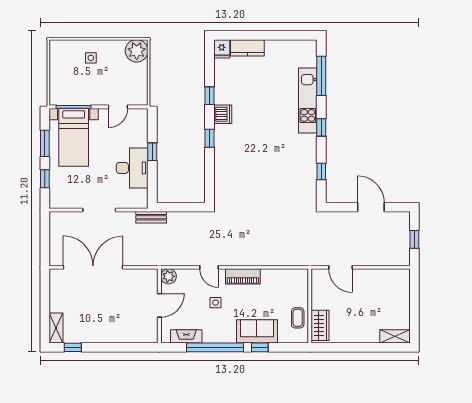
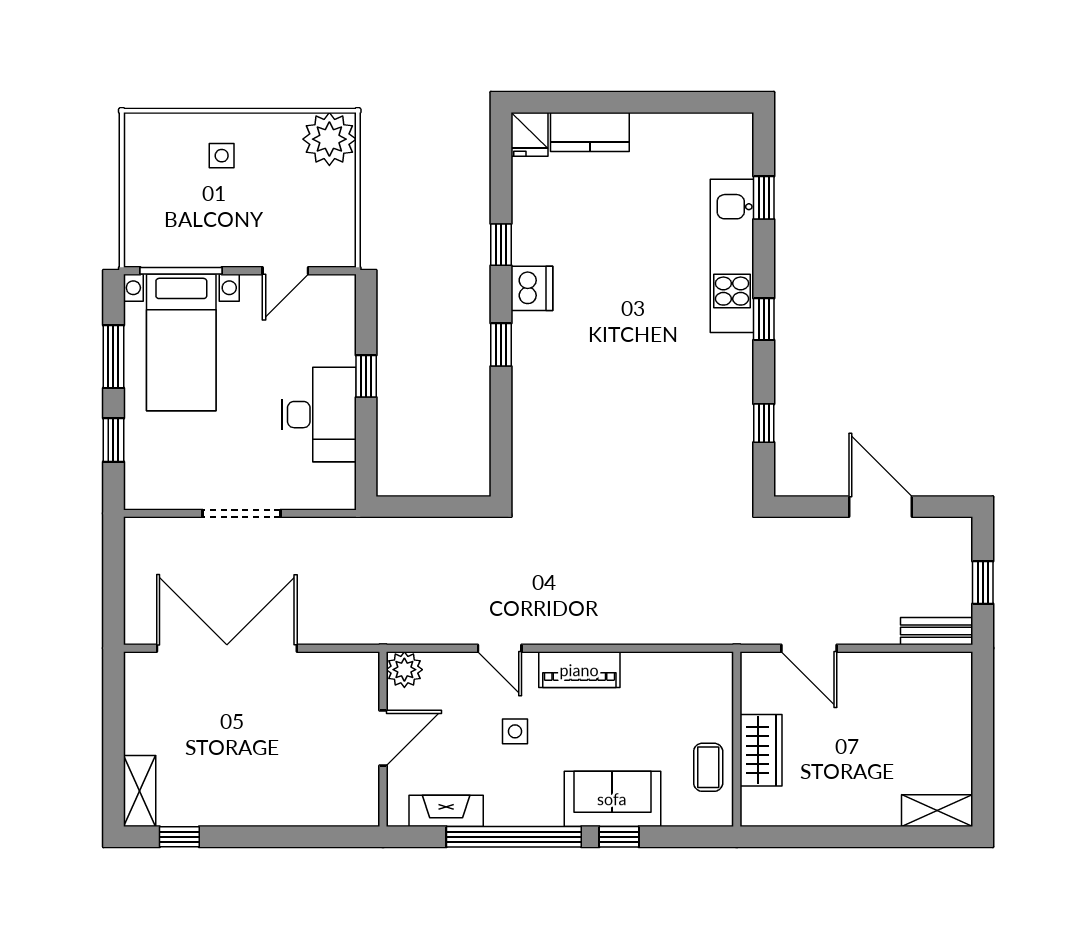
window: (321, 76) -> (764, 198), width x0.46
bench: (151, 217) -> (937, 631), moved
wardrobe: (320, 325) -> (761, 750), moved

